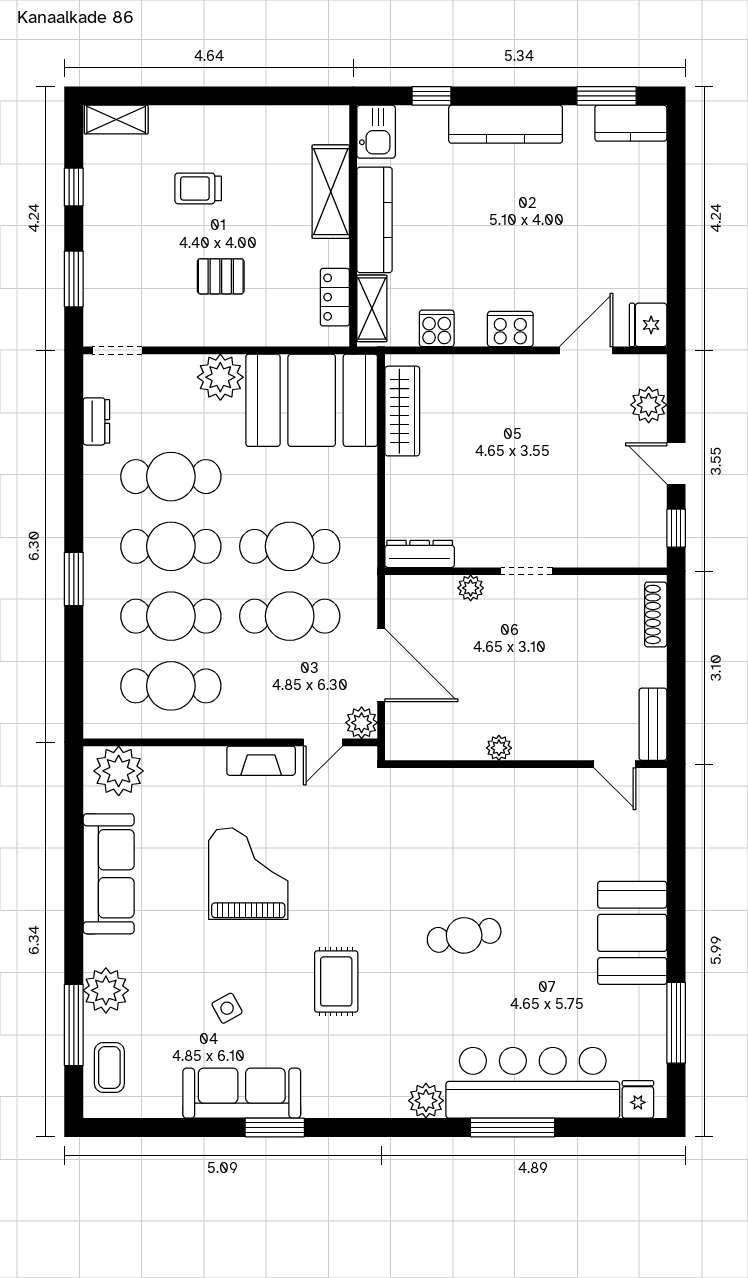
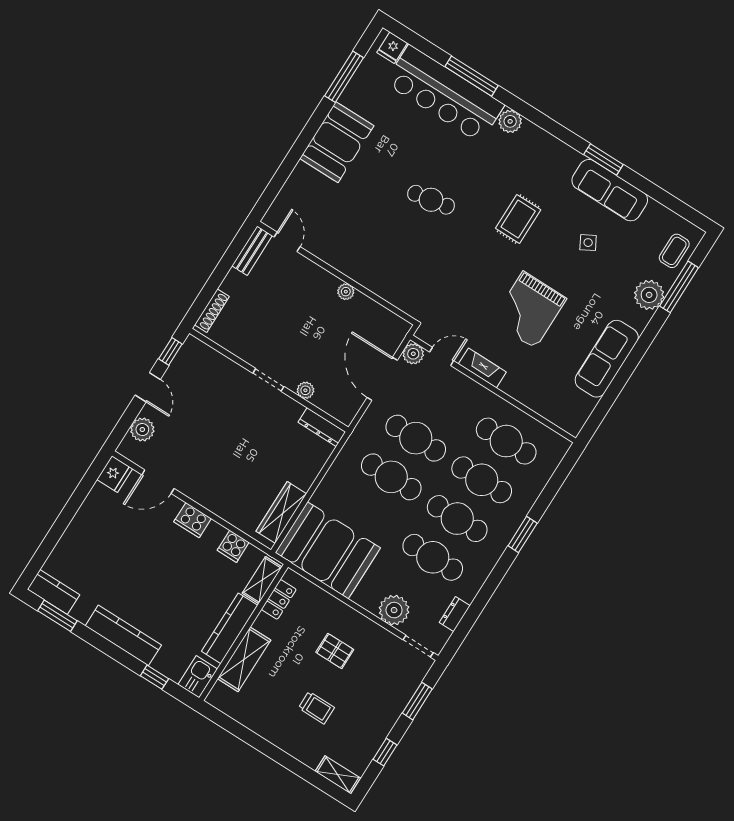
plant: (220, 377) -> (394, 610), moved
plant: (119, 771) -> (565, 412), removed

